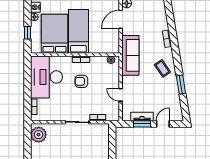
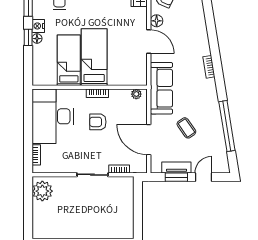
door: (121, 19) -> (149, 42), swing flipped
window: (28, 33) -> (28, 37), moved
bed: (55, 34) -> (69, 60), width x0.67
coffee table: (162, 68) -> (186, 128), moved
window: (181, 84) -> (227, 126), width x2.11
door: (121, 95) -> (149, 140), width x1.88

